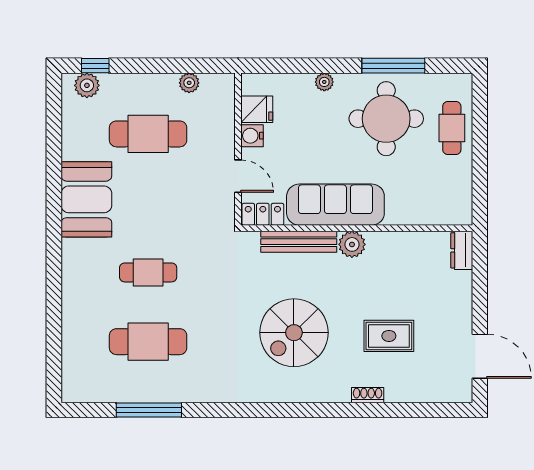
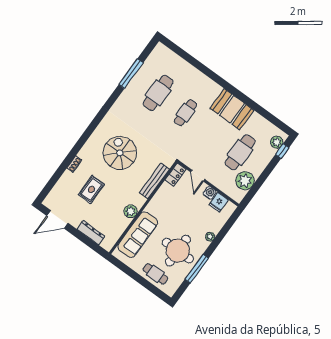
plant: (189, 83) -> (245, 181), width x1.87, depth x1.87
door: (238, 176) -> (198, 176), hinge flipped
sofa: (335, 205) -> (138, 235), moved
plant: (352, 244) -> (131, 211), moved
dresser: (462, 250) -> (91, 233), moved, width x1.44

